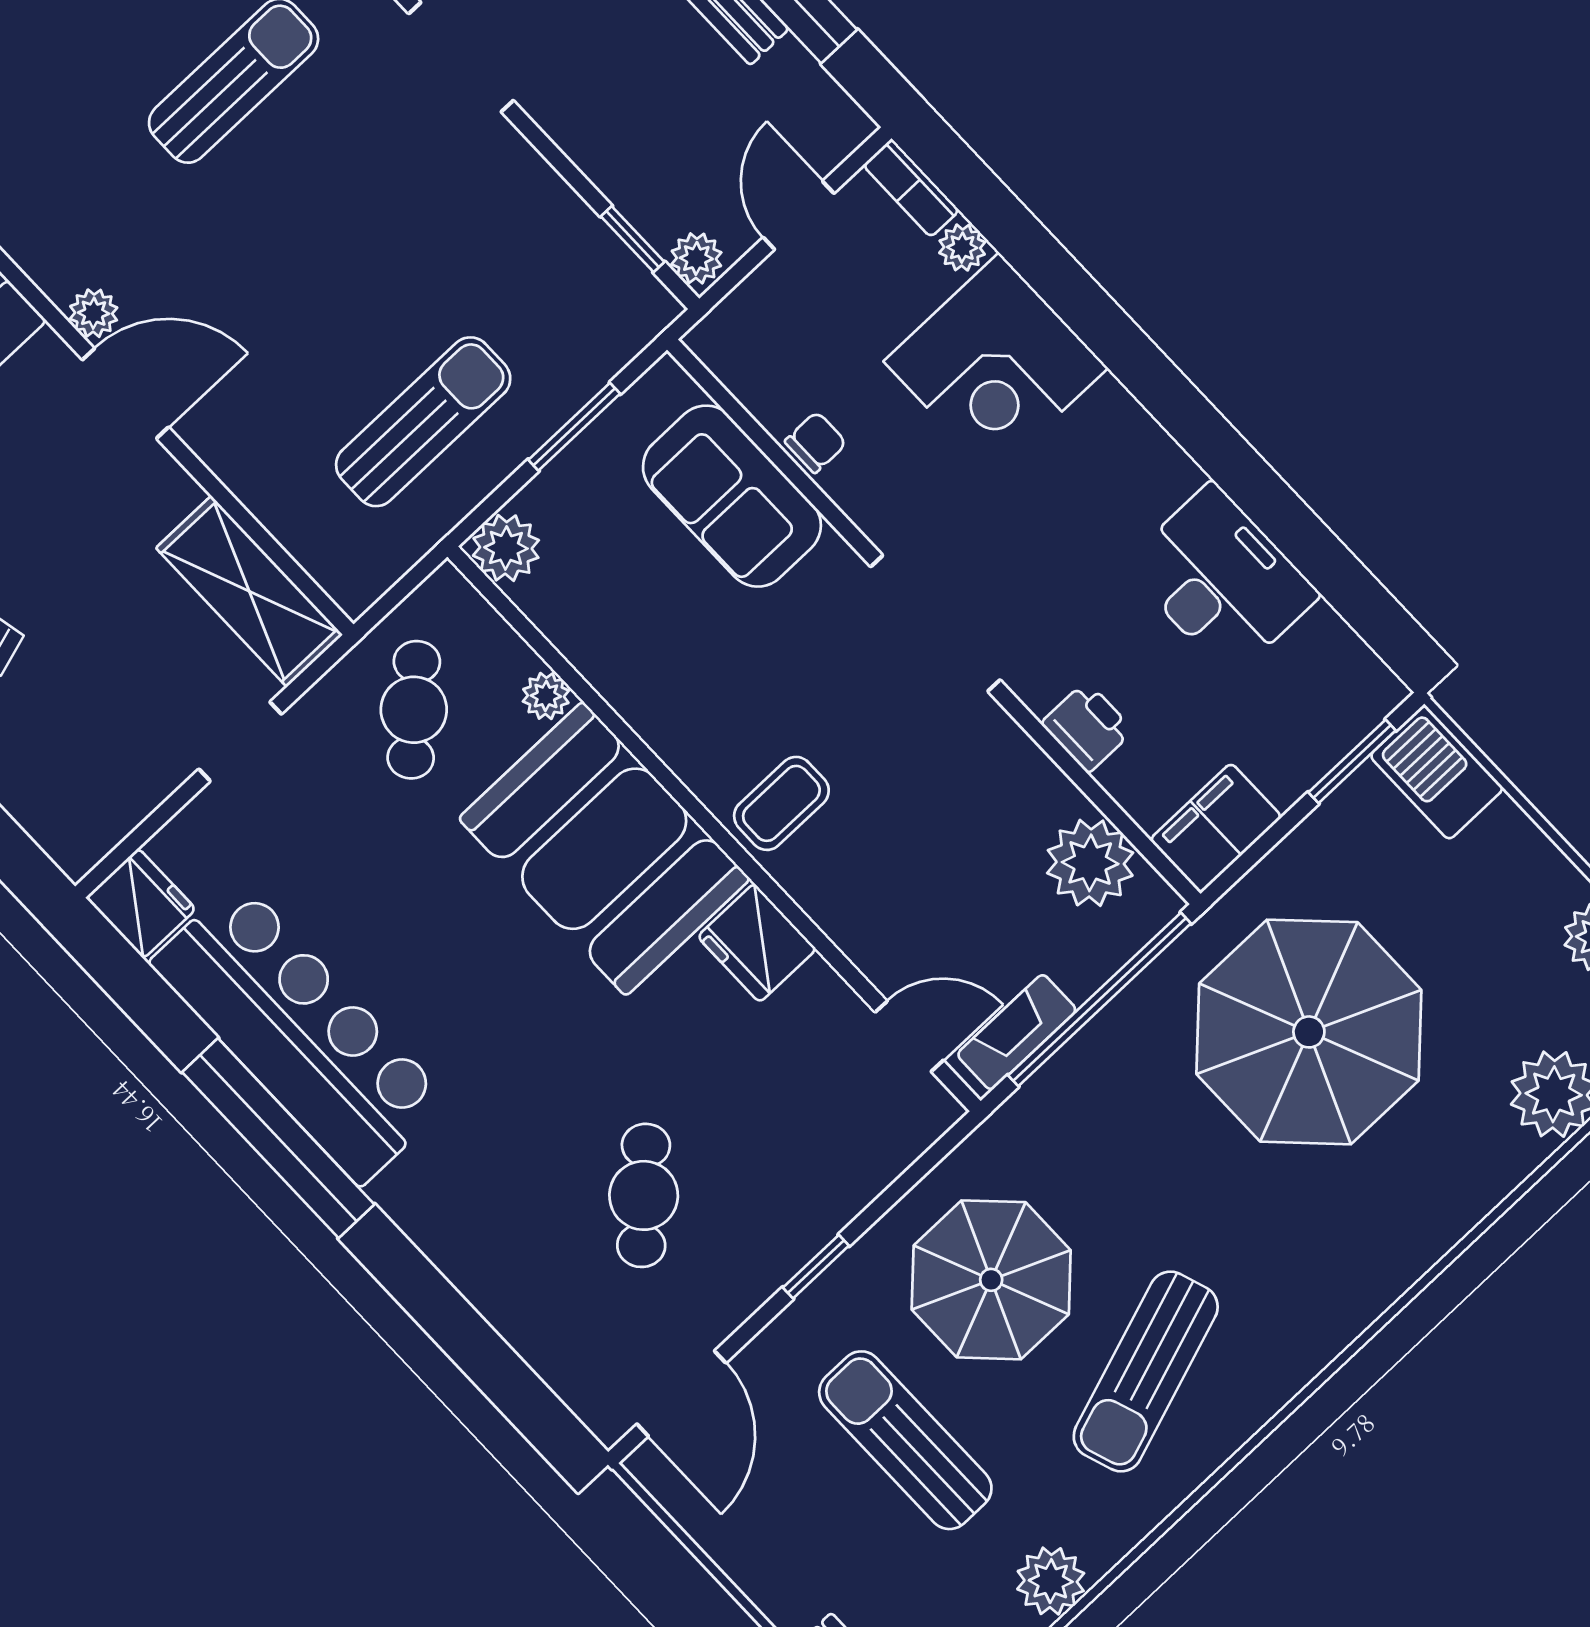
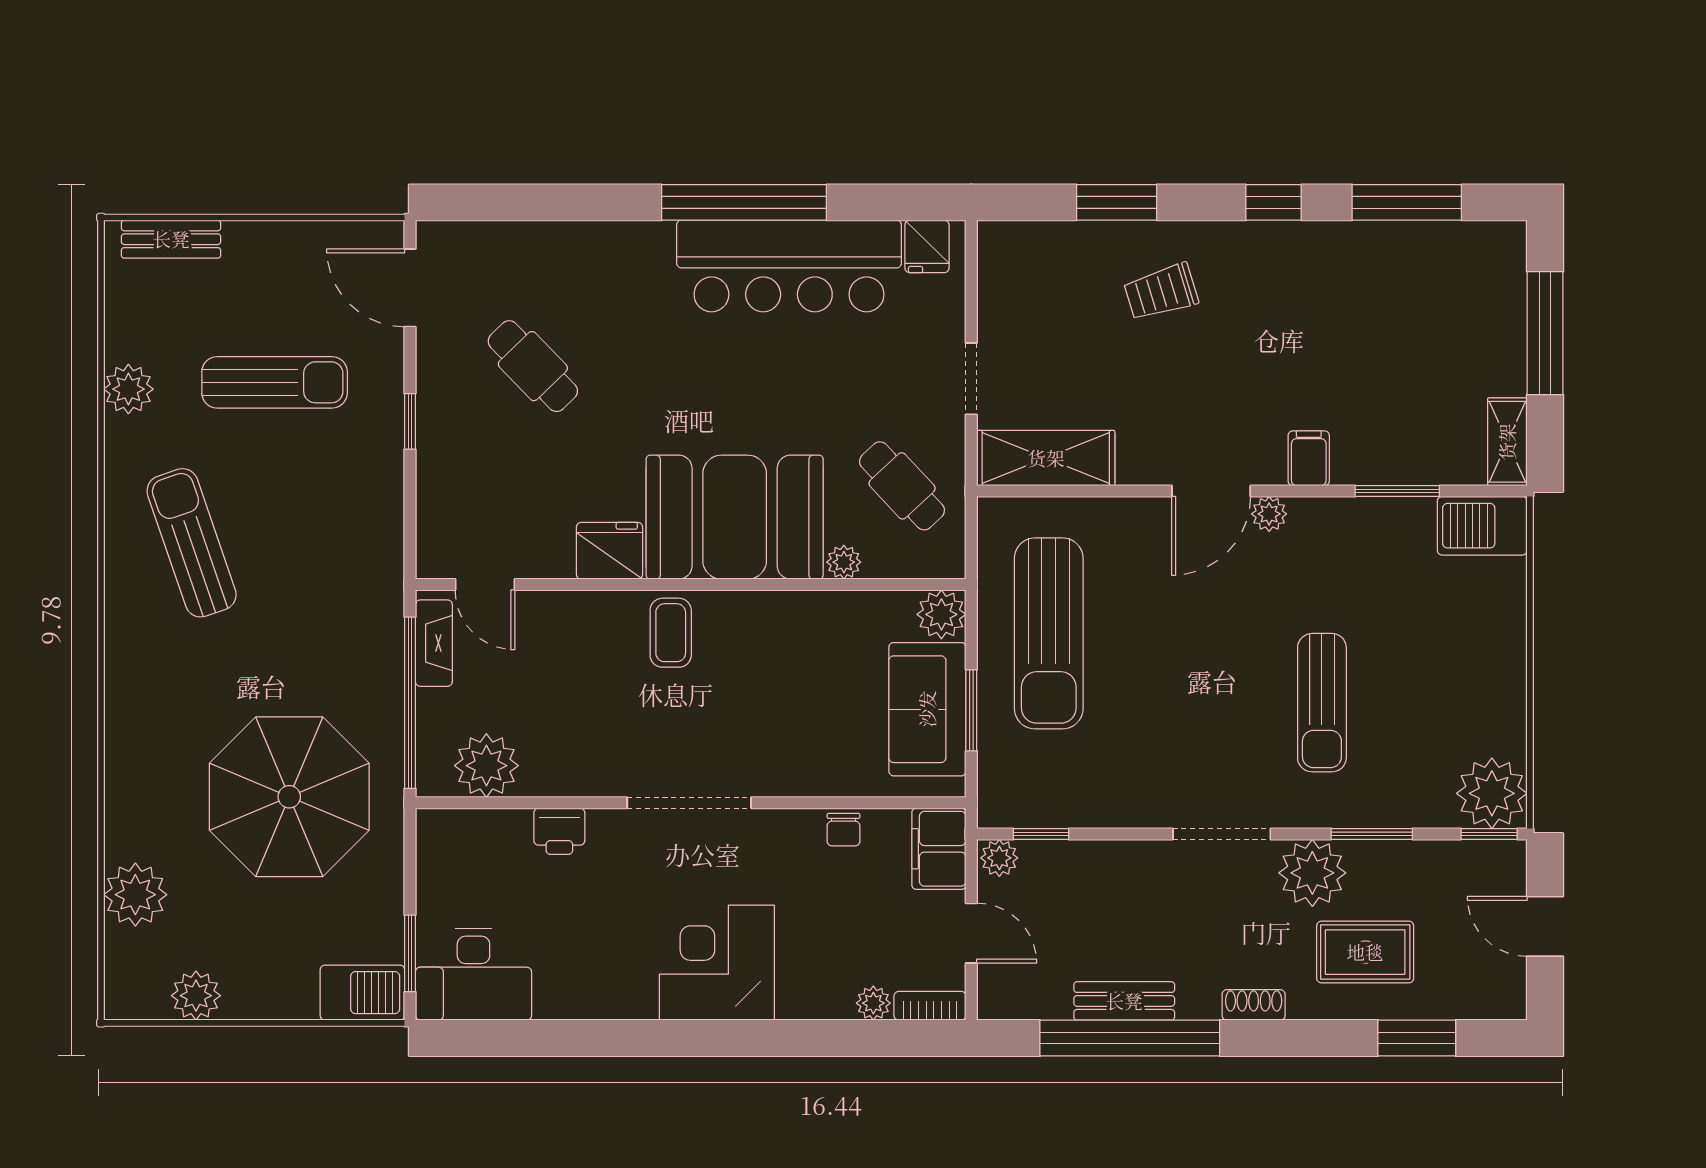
corner desk: (996, 365) -> (717, 963), moved
sun lounger: (423, 422) -> (1049, 633), width x1.36, depth x1.34
sofa: (732, 496) -> (927, 709), moved, turned -90
desk: (1221, 580) -> (473, 975), moved
filing cabinet: (1216, 828) -> (939, 849), moved, turned 180
fridge: (141, 903) -> (927, 246), width x0.72
door: (909, 1036) -> (485, 585), hinge flipped
parasol: (991, 1280) -> (316, 507), removed

